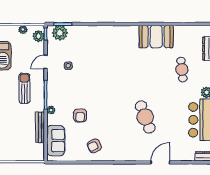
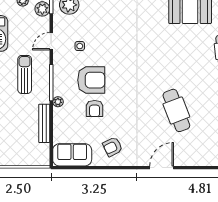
armchair: (77, 93) -> (91, 80), added
sofa: (56, 141) -> (72, 155), moved, turned -90
door: (160, 162) -> (162, 168), moved

